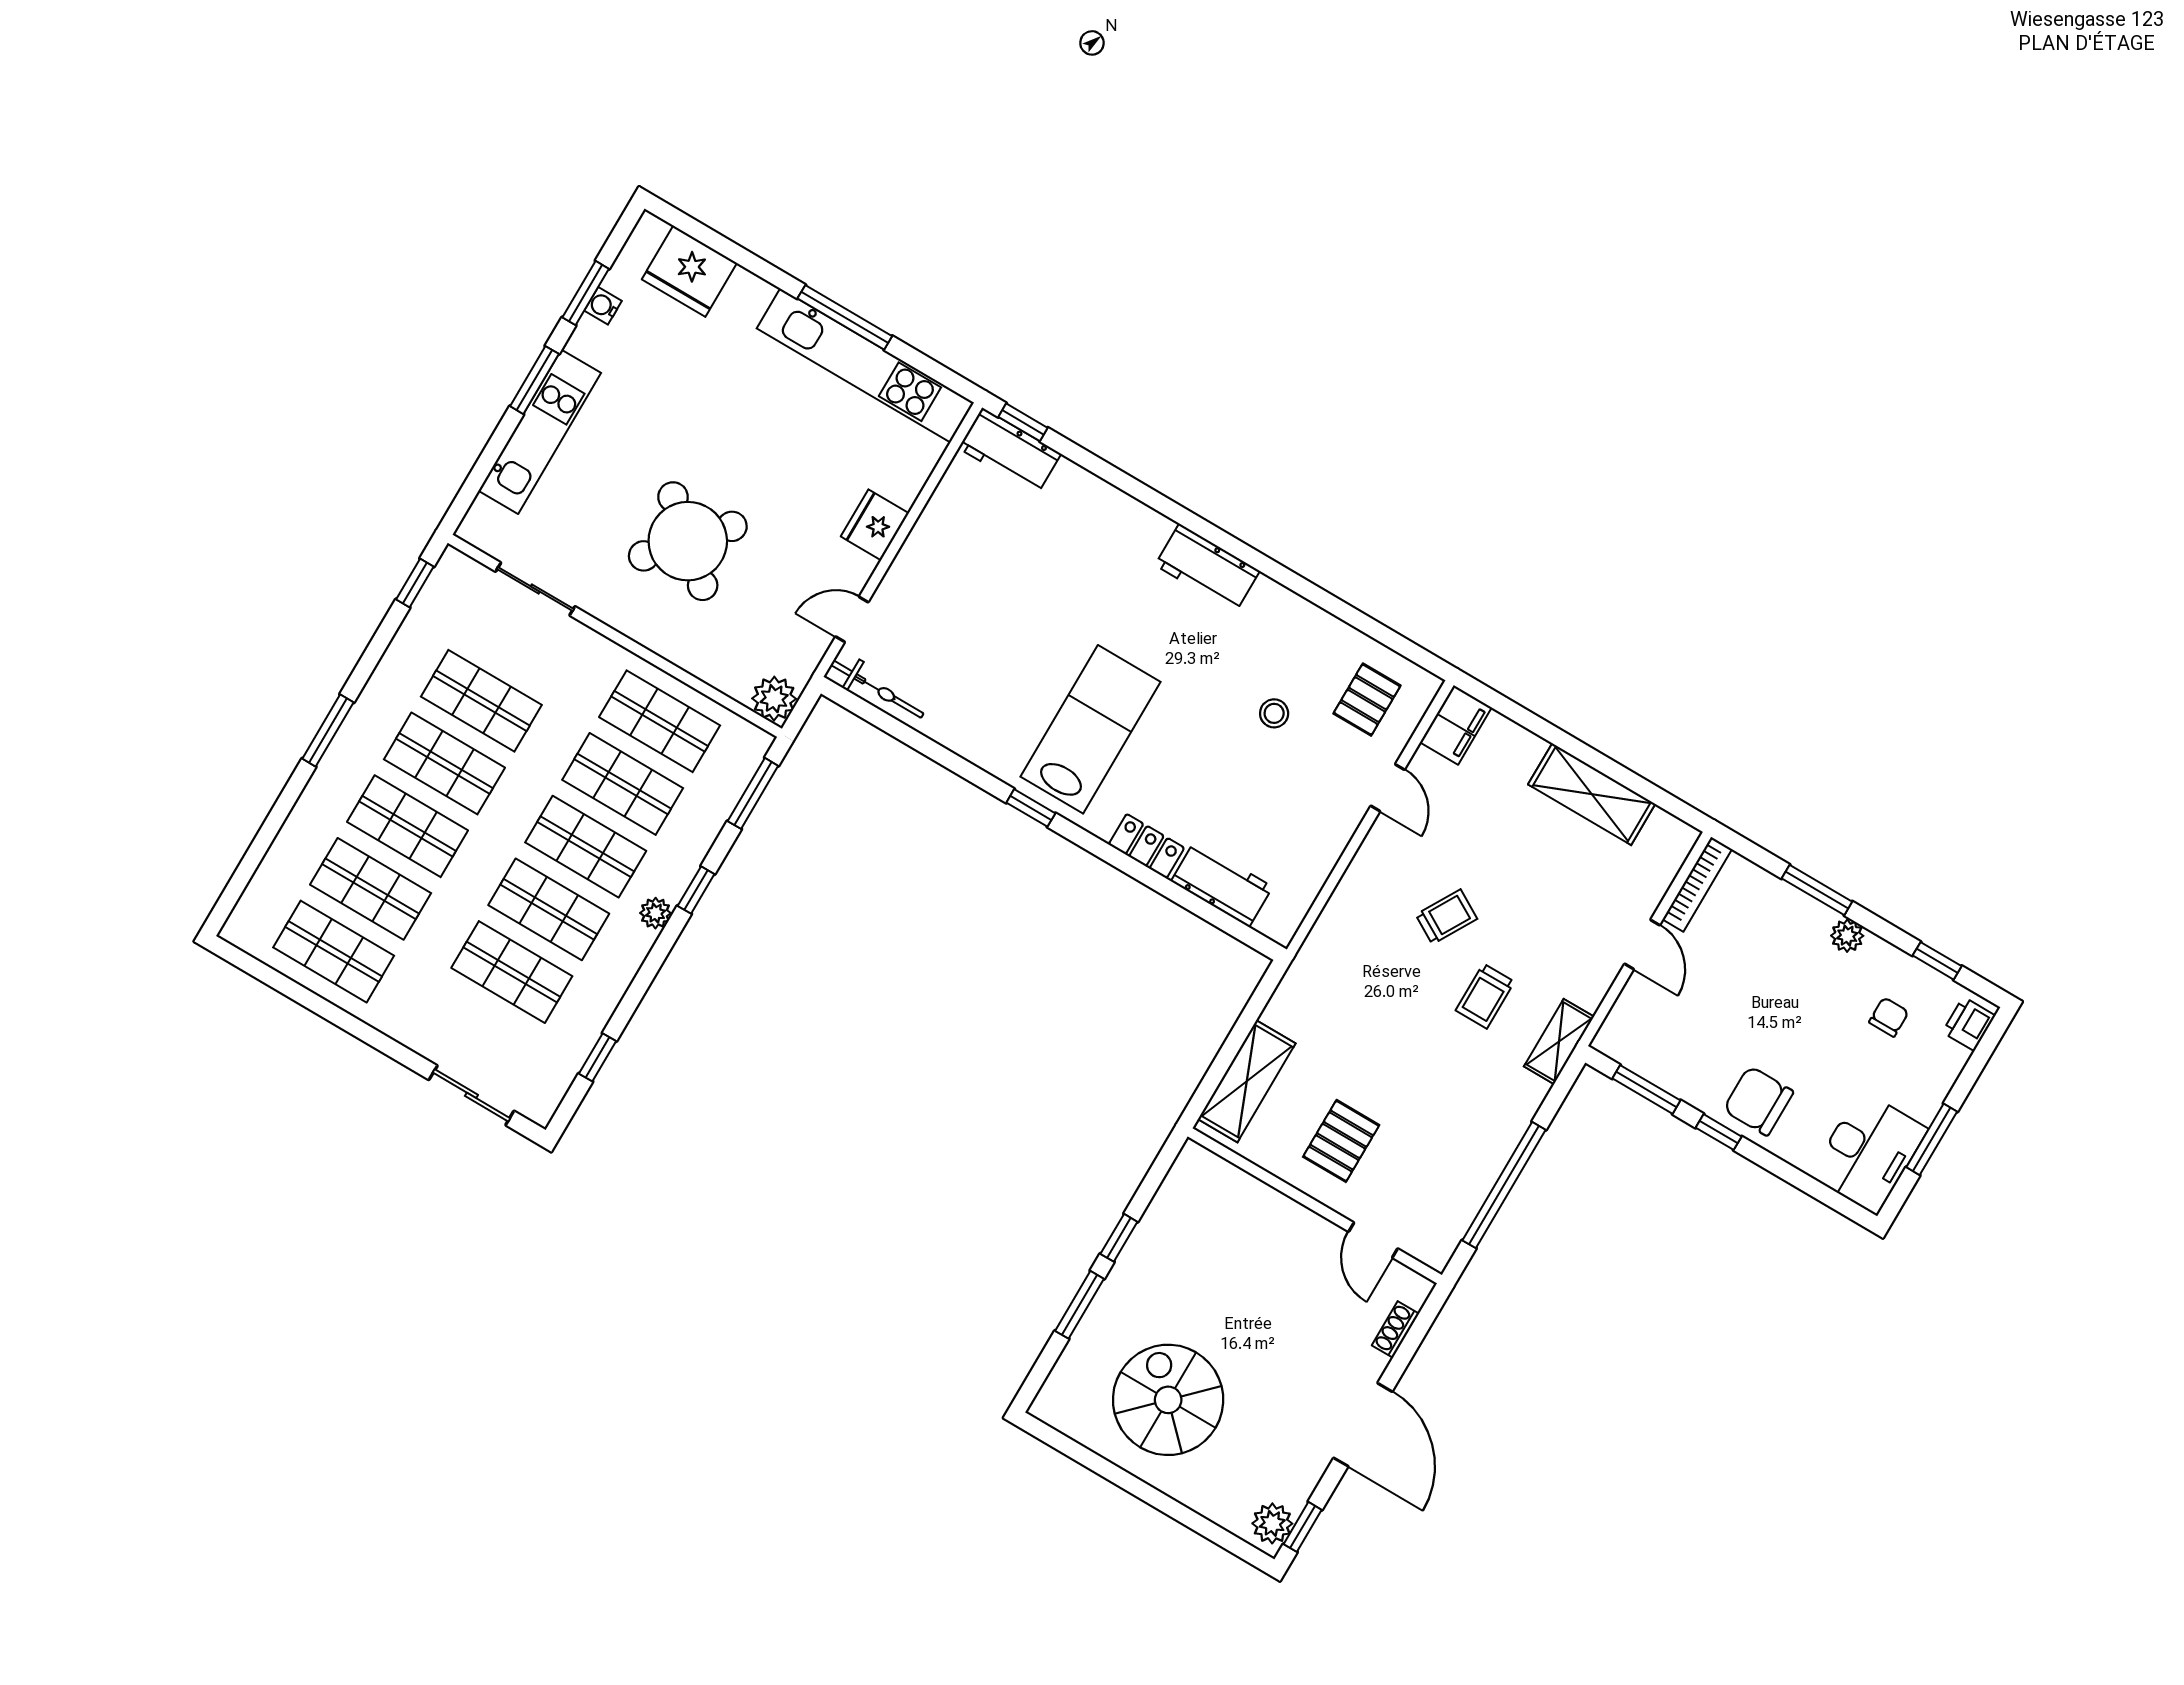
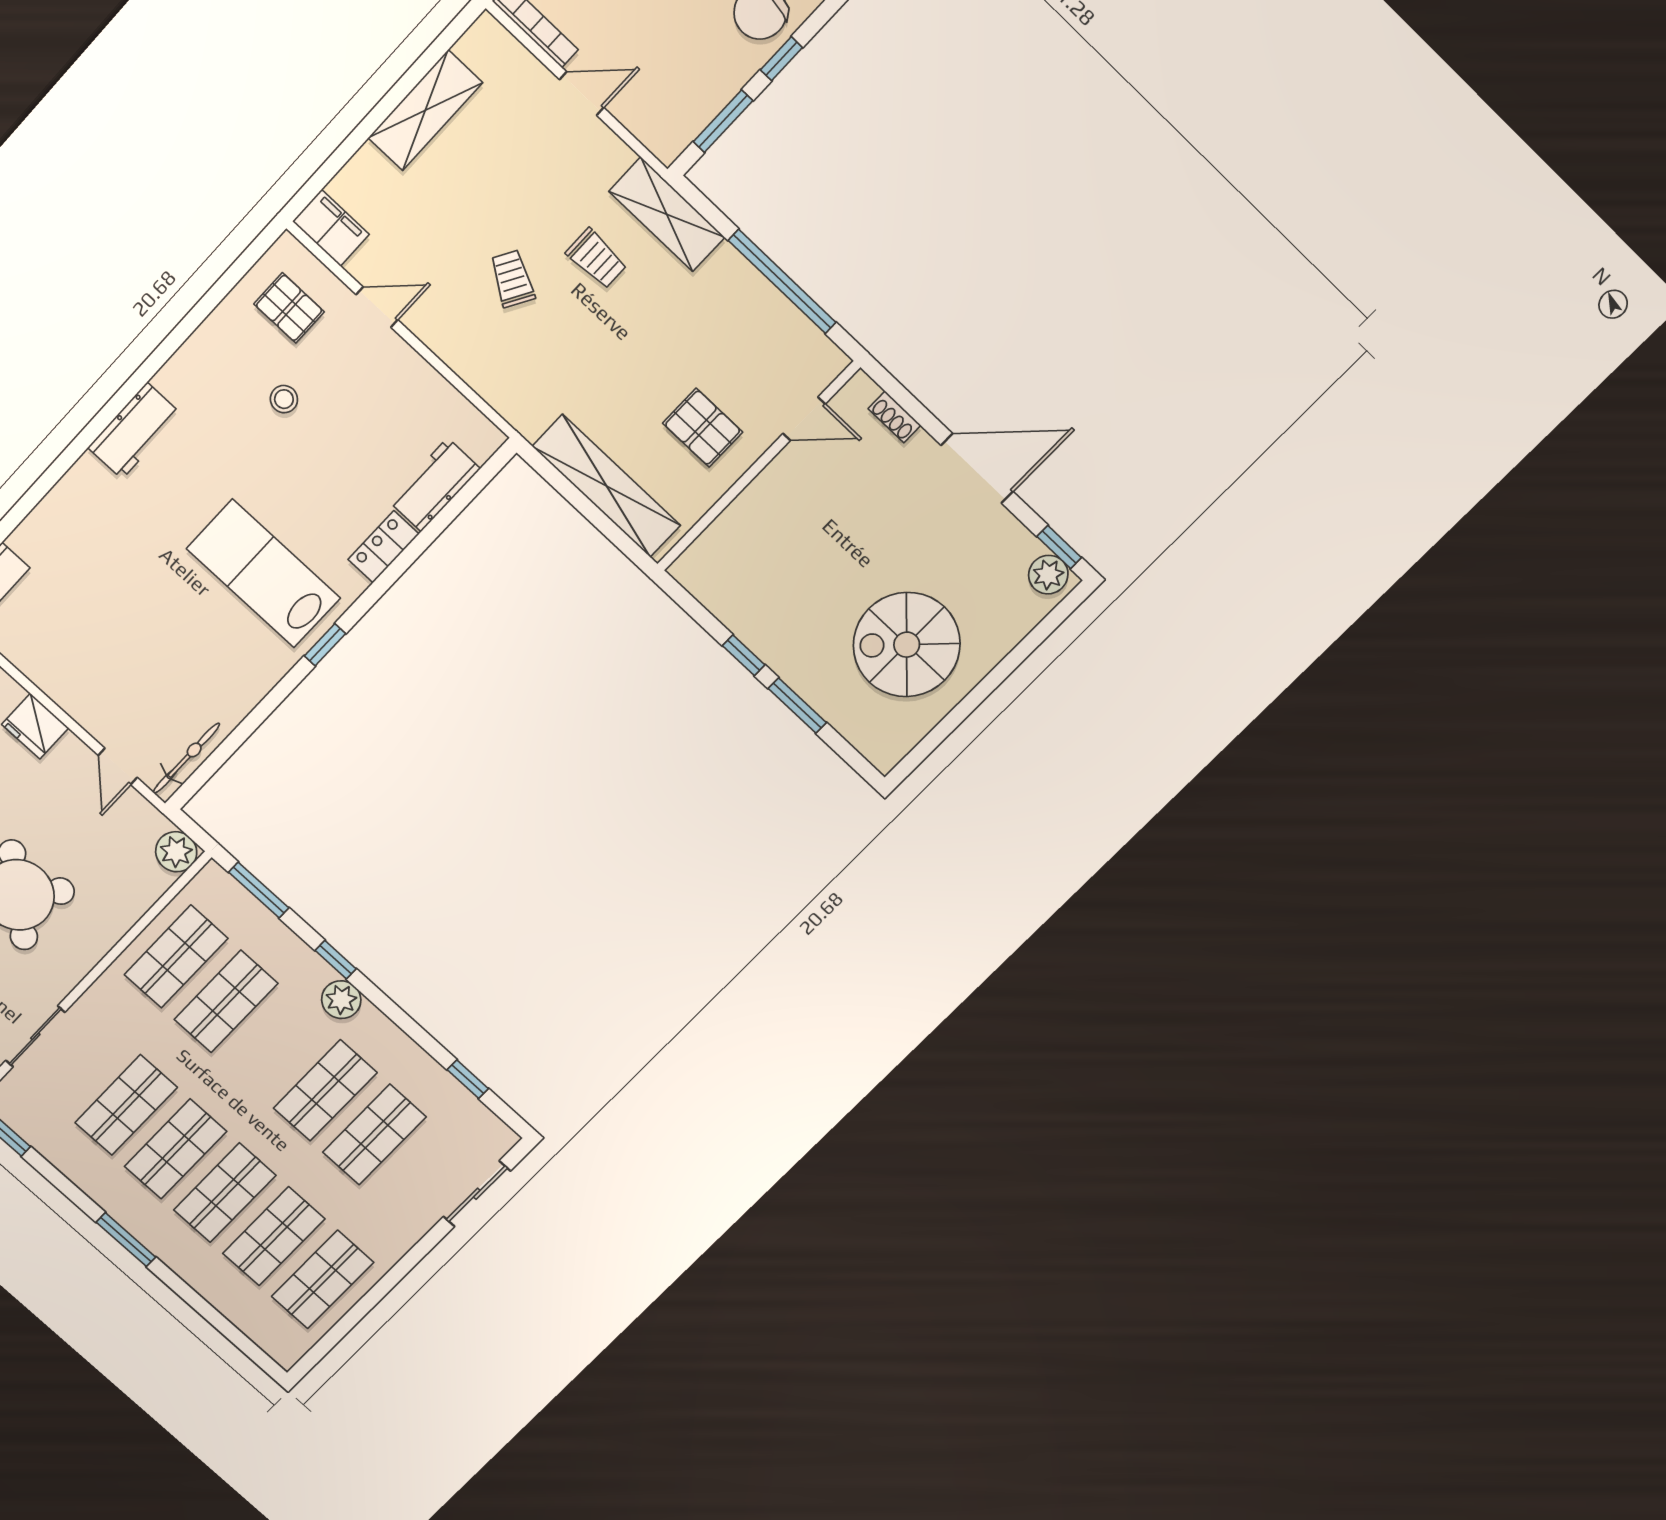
shop shelf: (586, 847) -> (276, 1046), removed
plant: (656, 913) -> (341, 1000), width x1.38, depth x1.38
shelving: (1559, 1042) -> (667, 214), width x1.50, depth x1.33
shelving: (1247, 1081) -> (606, 486), width x1.47

